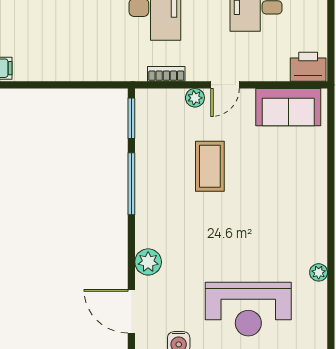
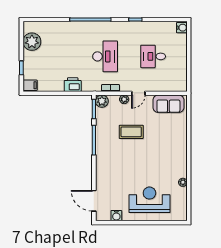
printer: (308, 67) -> (73, 85), moved
coffee table: (210, 166) -> (131, 132), turned 90
plant: (148, 262) -> (102, 101), moved
reception desk: (248, 309) -> (149, 200), turned 180

